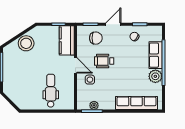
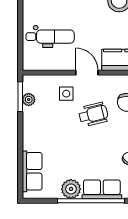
wheelchair: (104, 61) -> (93, 114), turned 76
door: (75, 65) -> (87, 73), swing flipped
row of seats: (137, 103) -> (32, 171), width x0.68

